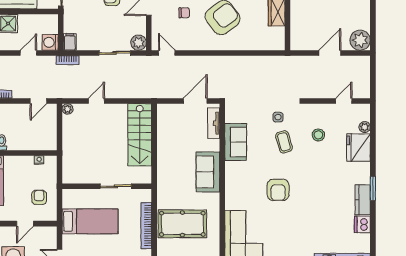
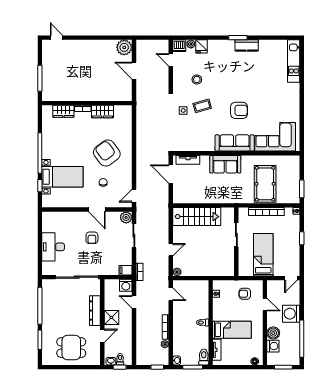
door: (96, 101) -> (171, 250), swing flipped
sofa: (236, 142) -> (235, 143), moved, width x1.36
fridge: (358, 148) -> (202, 46), width x0.53, depth x0.75
dishwasher: (362, 224) -> (179, 46), moved

